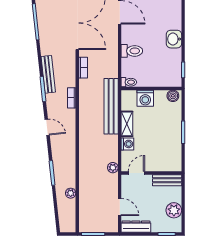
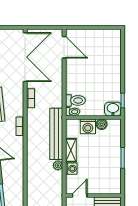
washbasin: (174, 39) -> (113, 109), moved, turned 90
toilet: (132, 51) -> (75, 100), moved
boiler: (173, 96) -> (102, 124), moved
plant: (113, 168) -> (58, 165), moved

